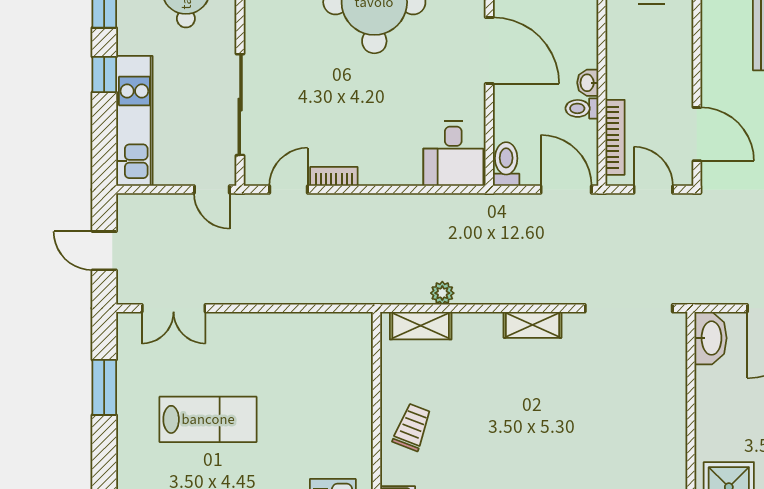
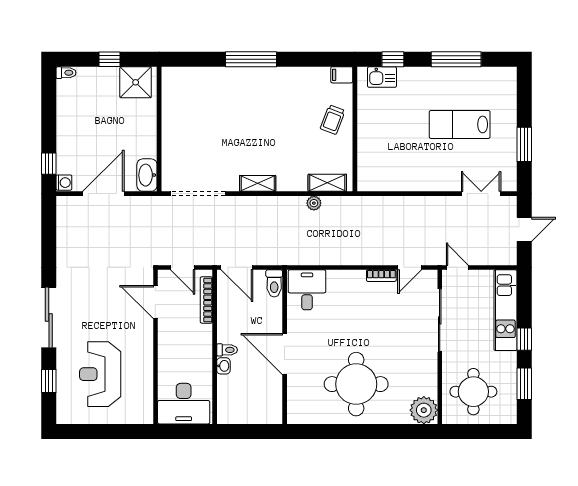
washbasin: (588, 83) -> (223, 366), moved
toilet: (582, 108) -> (227, 350), moved
door: (104, 251) -> (524, 229), hinge flipped

